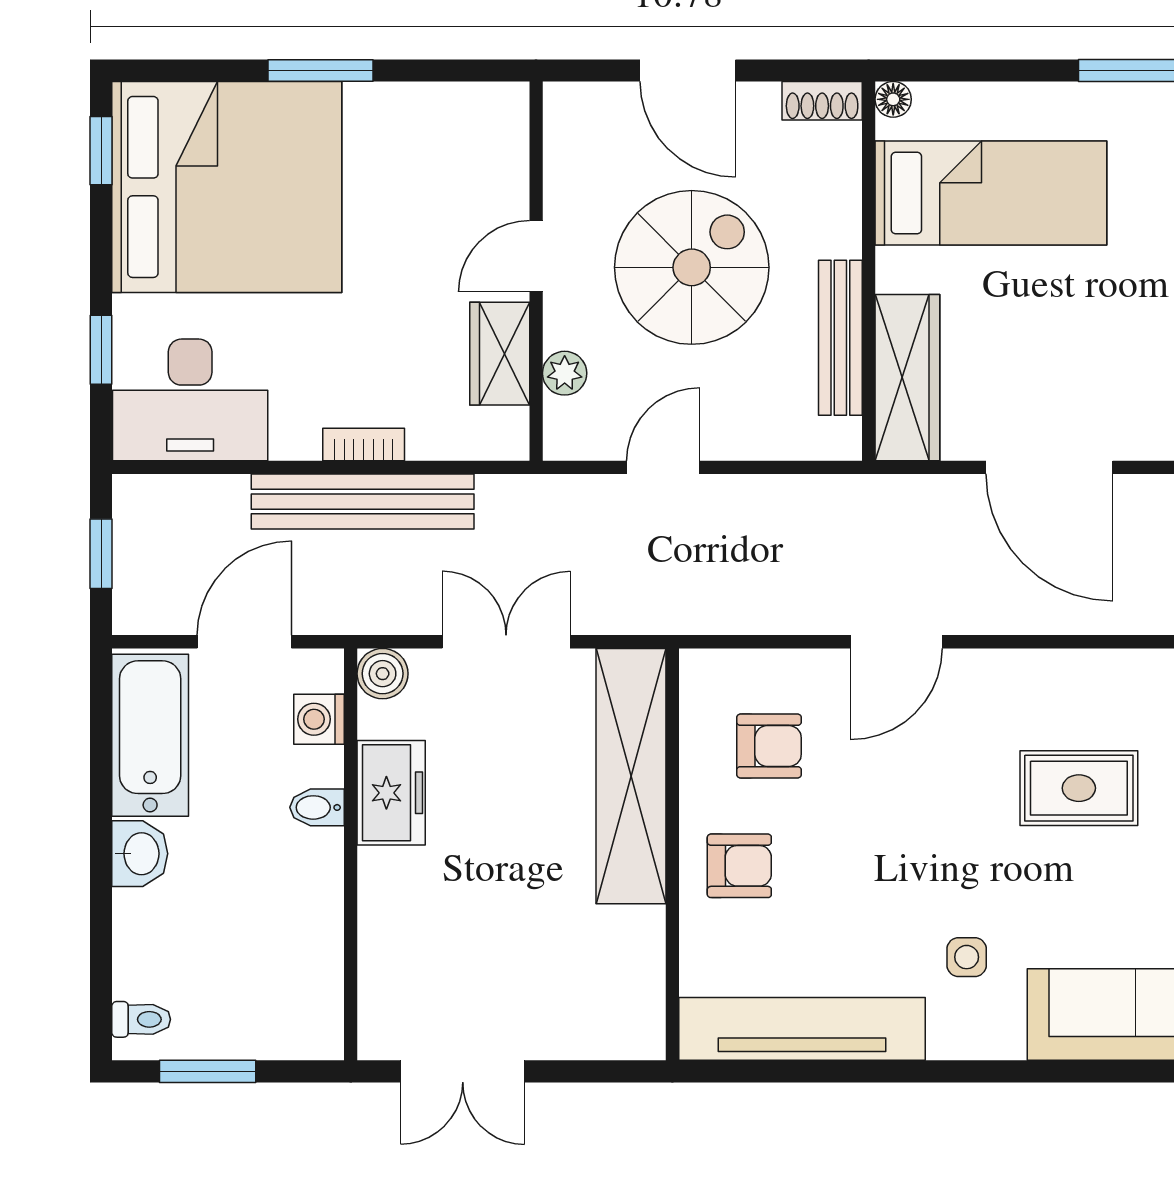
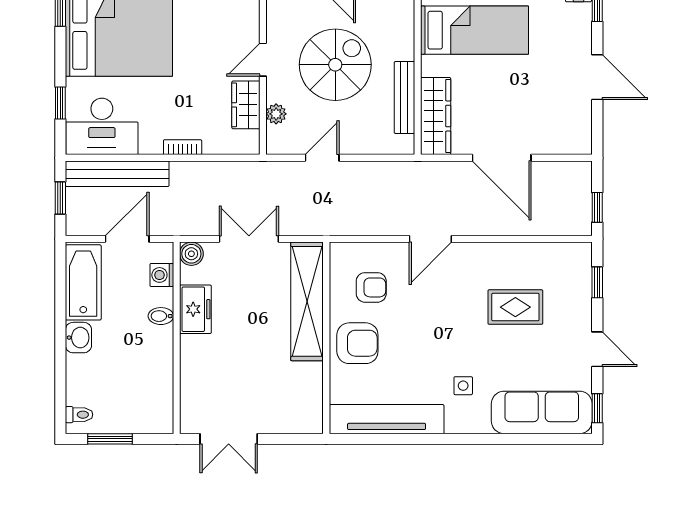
bench: (363, 502) -> (117, 174), moved
armchair: (739, 866) -> (357, 343), width x1.38, depth x1.38

